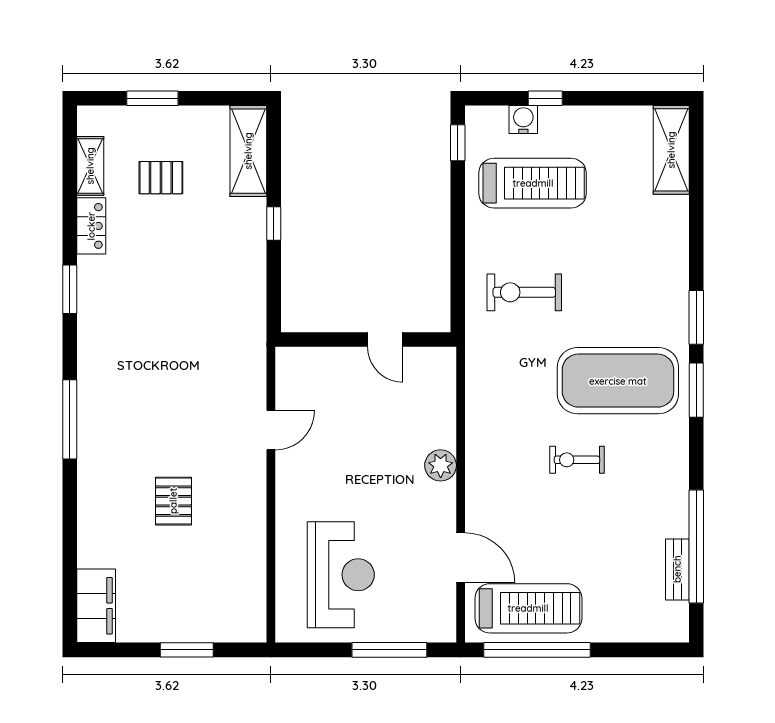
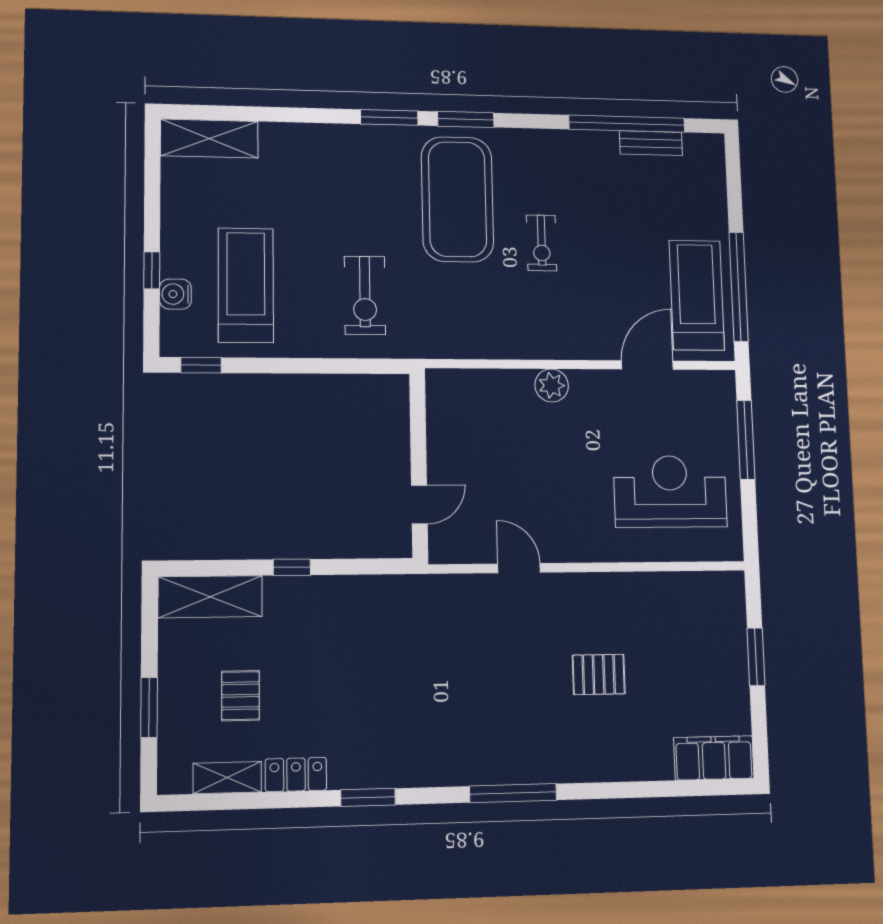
door: (385, 340) -> (419, 504), moved

